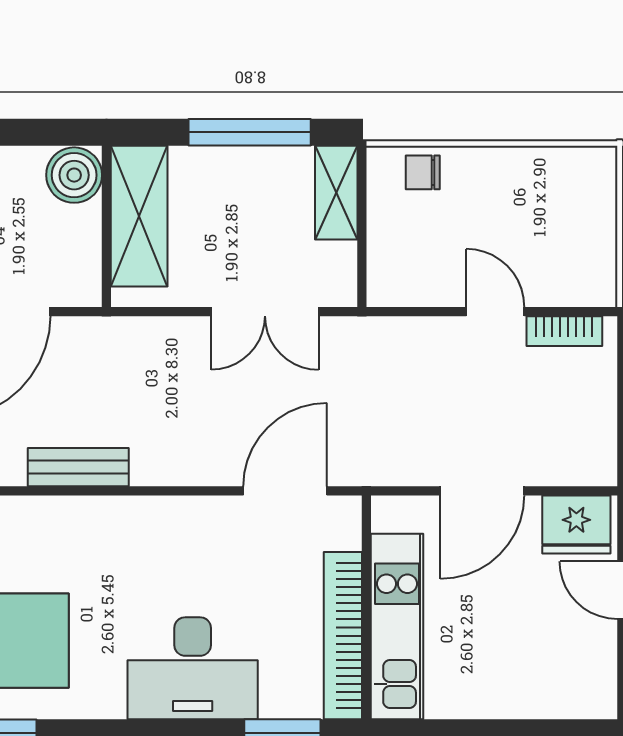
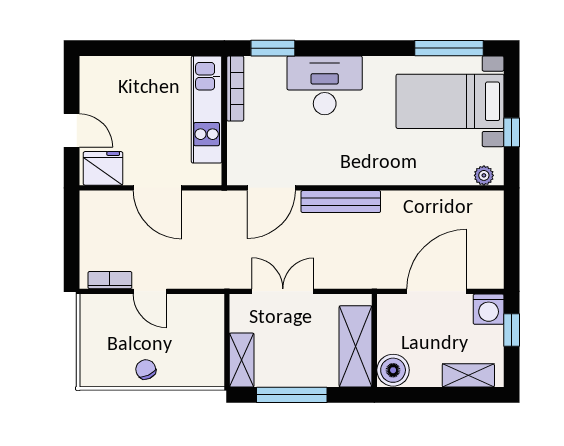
chair: (423, 172) -> (146, 369), moved, turned -115
bench: (78, 467) -> (341, 202), moved, width x1.36
door: (482, 491) -> (157, 188), swing flipped
bookcase: (343, 636) -> (235, 89), width x0.68, depth x0.76

